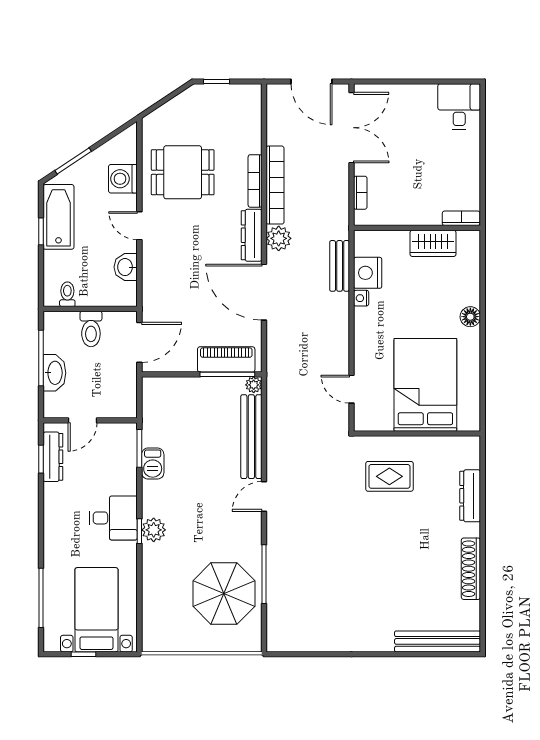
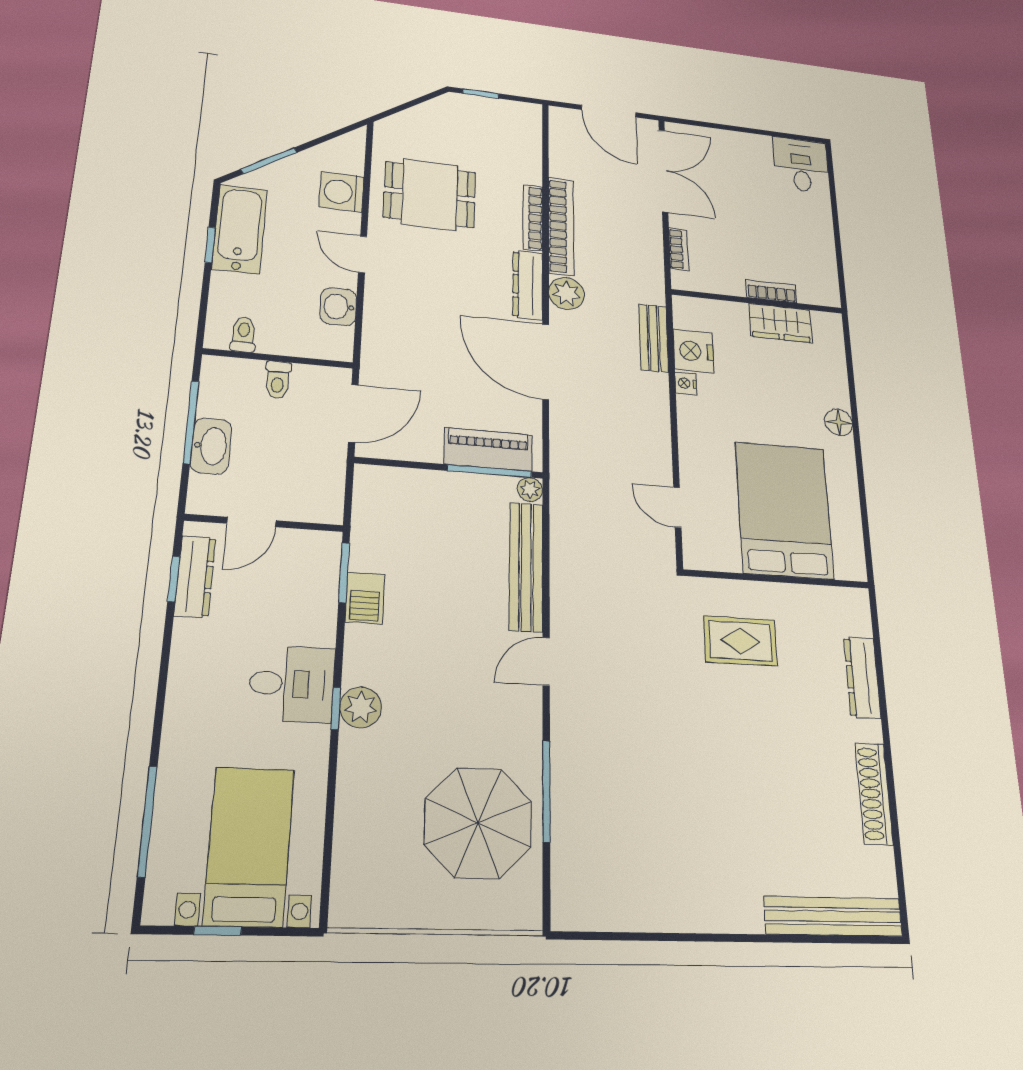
bookcase: (461, 218) -> (771, 291), moved
toilet: (91, 329) -> (278, 380), width x0.73, depth x0.72

